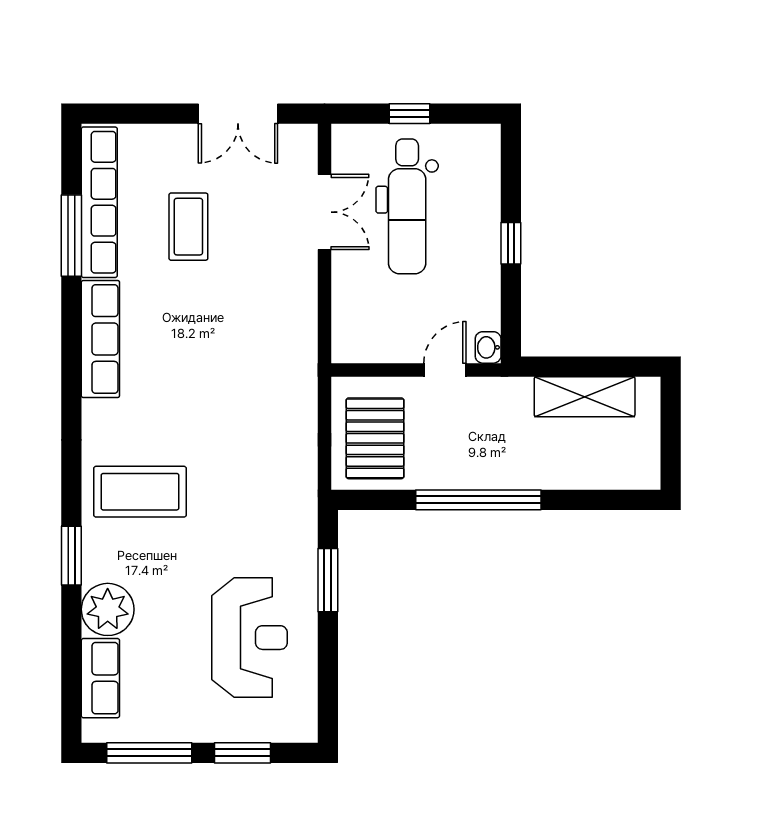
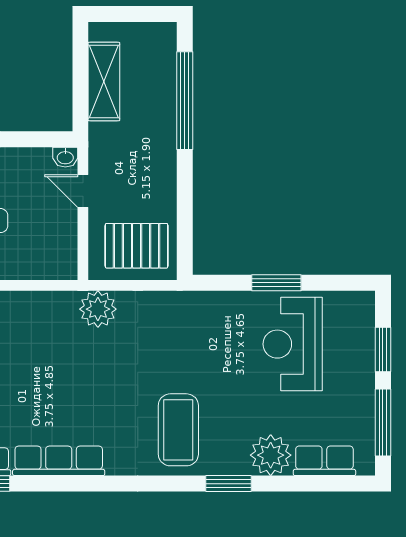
plant: (294, 389) -> (98, 309), added
window: (478, 500) -> (185, 101), moved
window: (328, 580) -> (276, 283), moved
reception desk: (250, 638) -> (293, 344), turned -90

